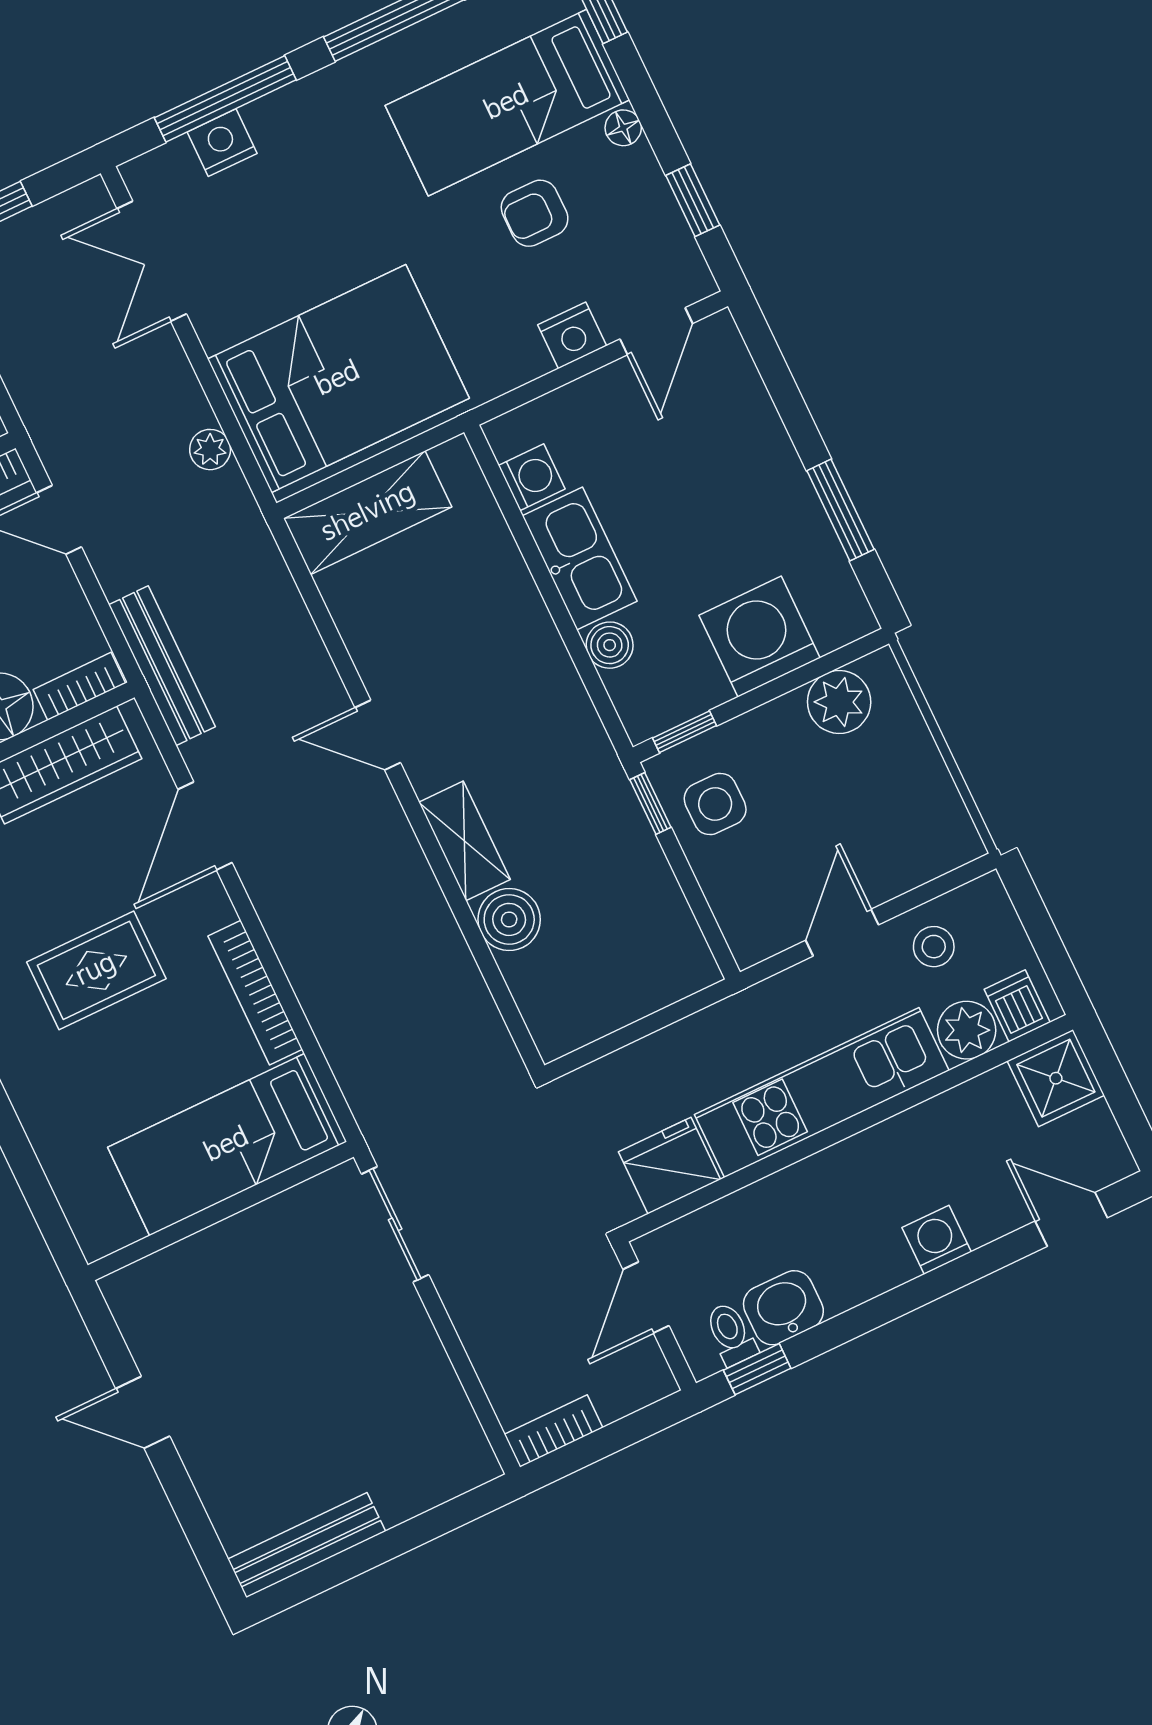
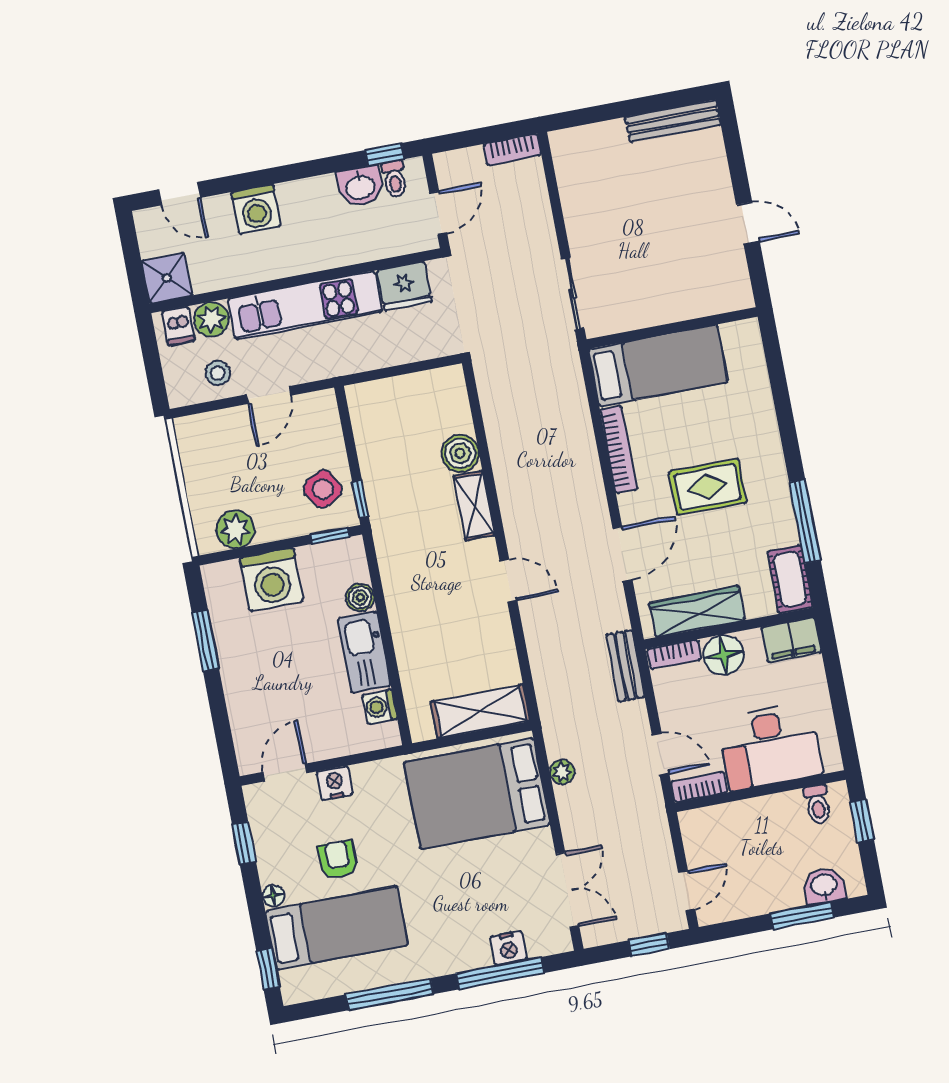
armchair: (535, 213) -> (338, 860), turned -90
bench: (162, 666) -> (625, 666), width x0.73
side table: (715, 804) -> (323, 489), turned -30
washing machine: (937, 1240) -> (256, 209), width x1.38, depth x1.38

